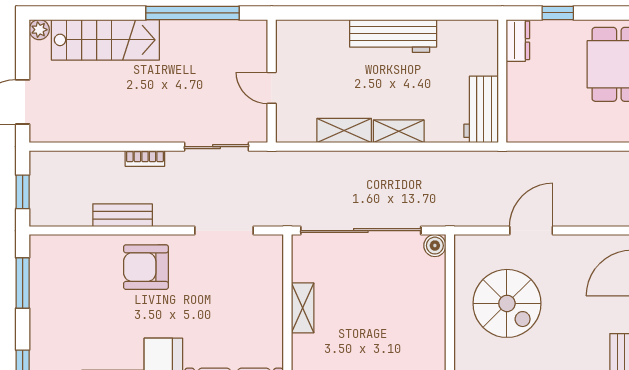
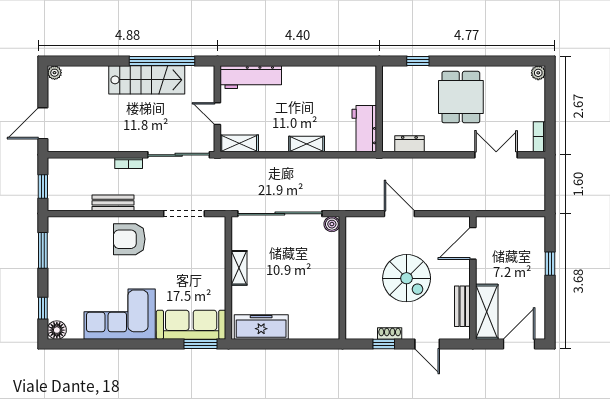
workbench: (393, 36) -> (251, 77), moved
stairs: (105, 40) -> (147, 80), moved
dresser: (518, 40) -> (409, 144), moved, turned -90
shelving: (344, 130) -> (239, 143), moved
sliding door: (216, 147) -> (179, 155), width x1.37
door: (531, 231) -> (399, 214), hinge flipped
spiral stairs: (507, 303) -> (407, 278), moved

